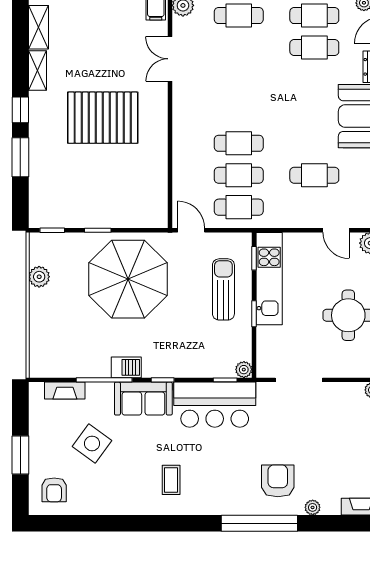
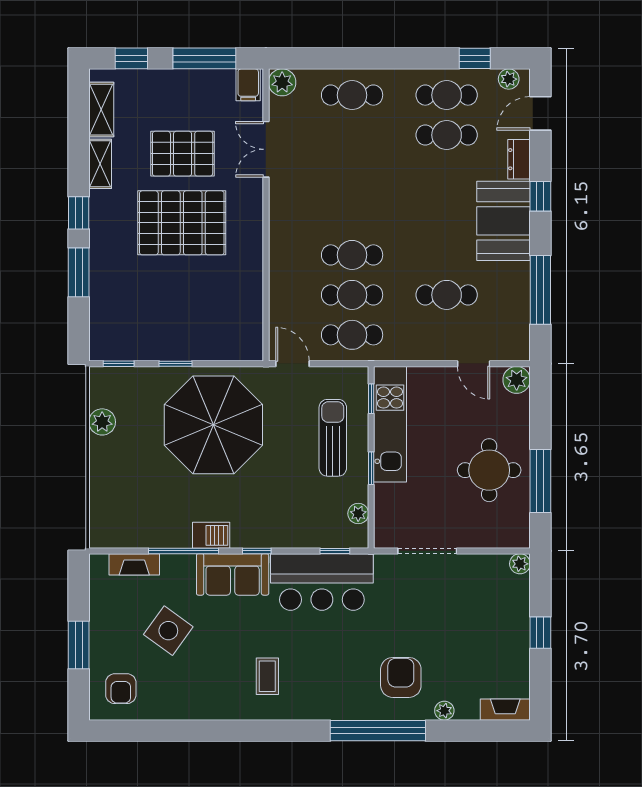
pallet: (103, 62) -> (183, 154), added
plant: (244, 370) -> (358, 514), moved

